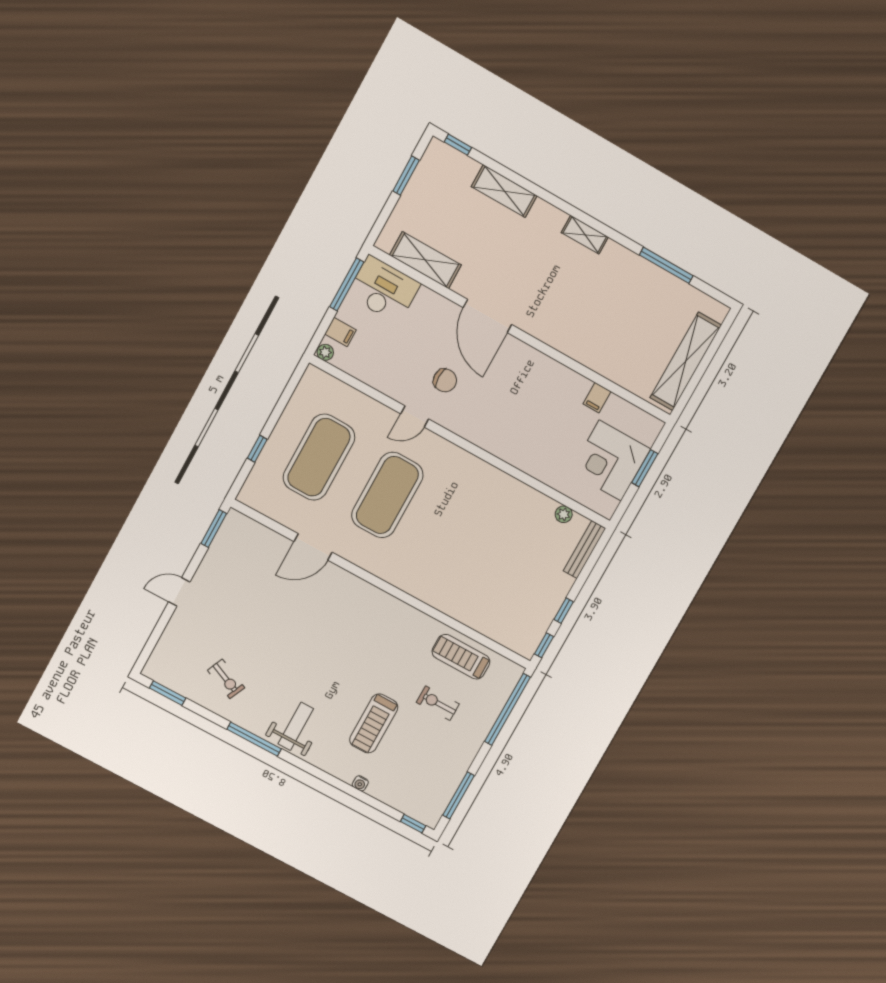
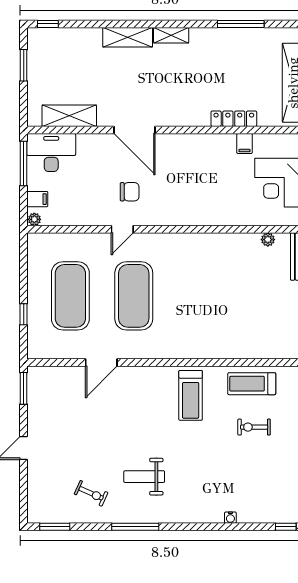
shelving: (504, 191) -> (128, 37), moved
locker: (601, 364) -> (234, 119), added
treadmill: (374, 723) -> (191, 395), moved
weight bench: (296, 726) -> (144, 477), moved, turned -90

